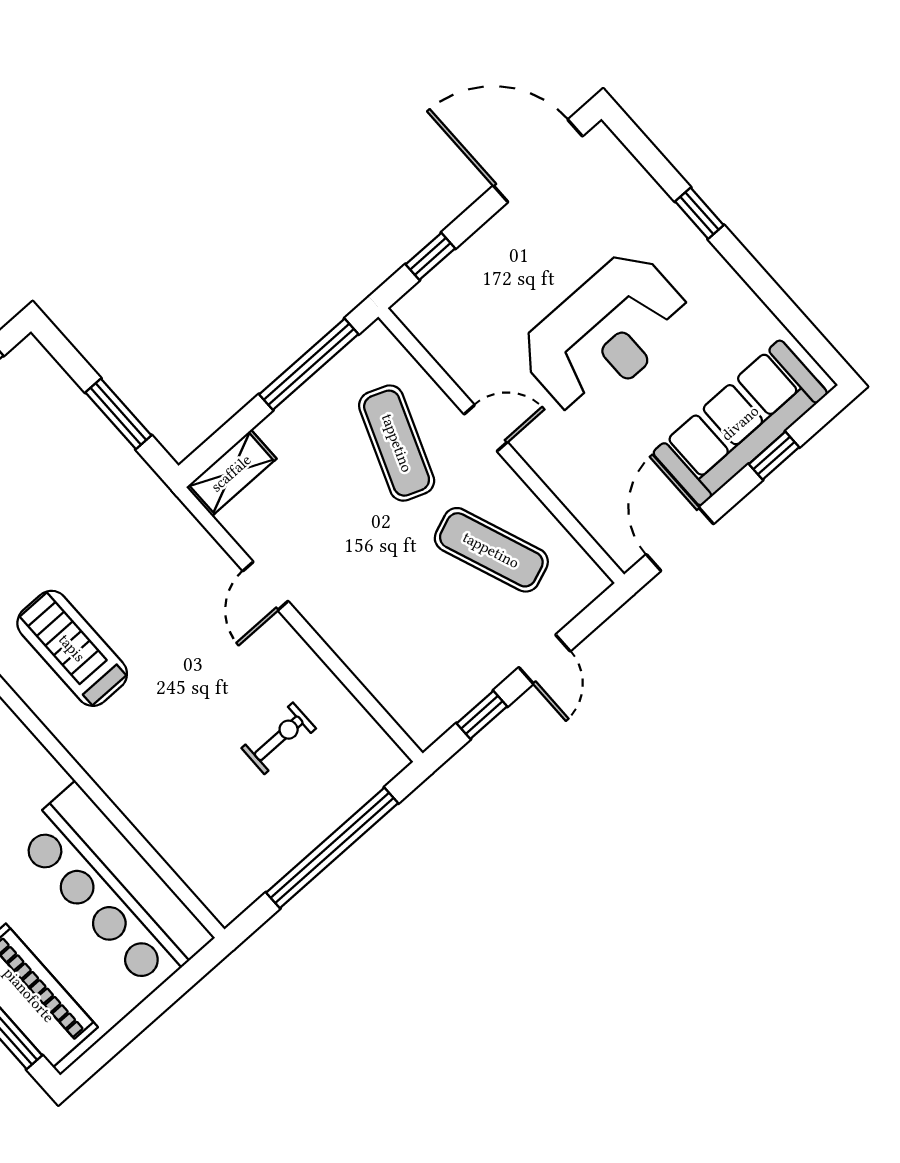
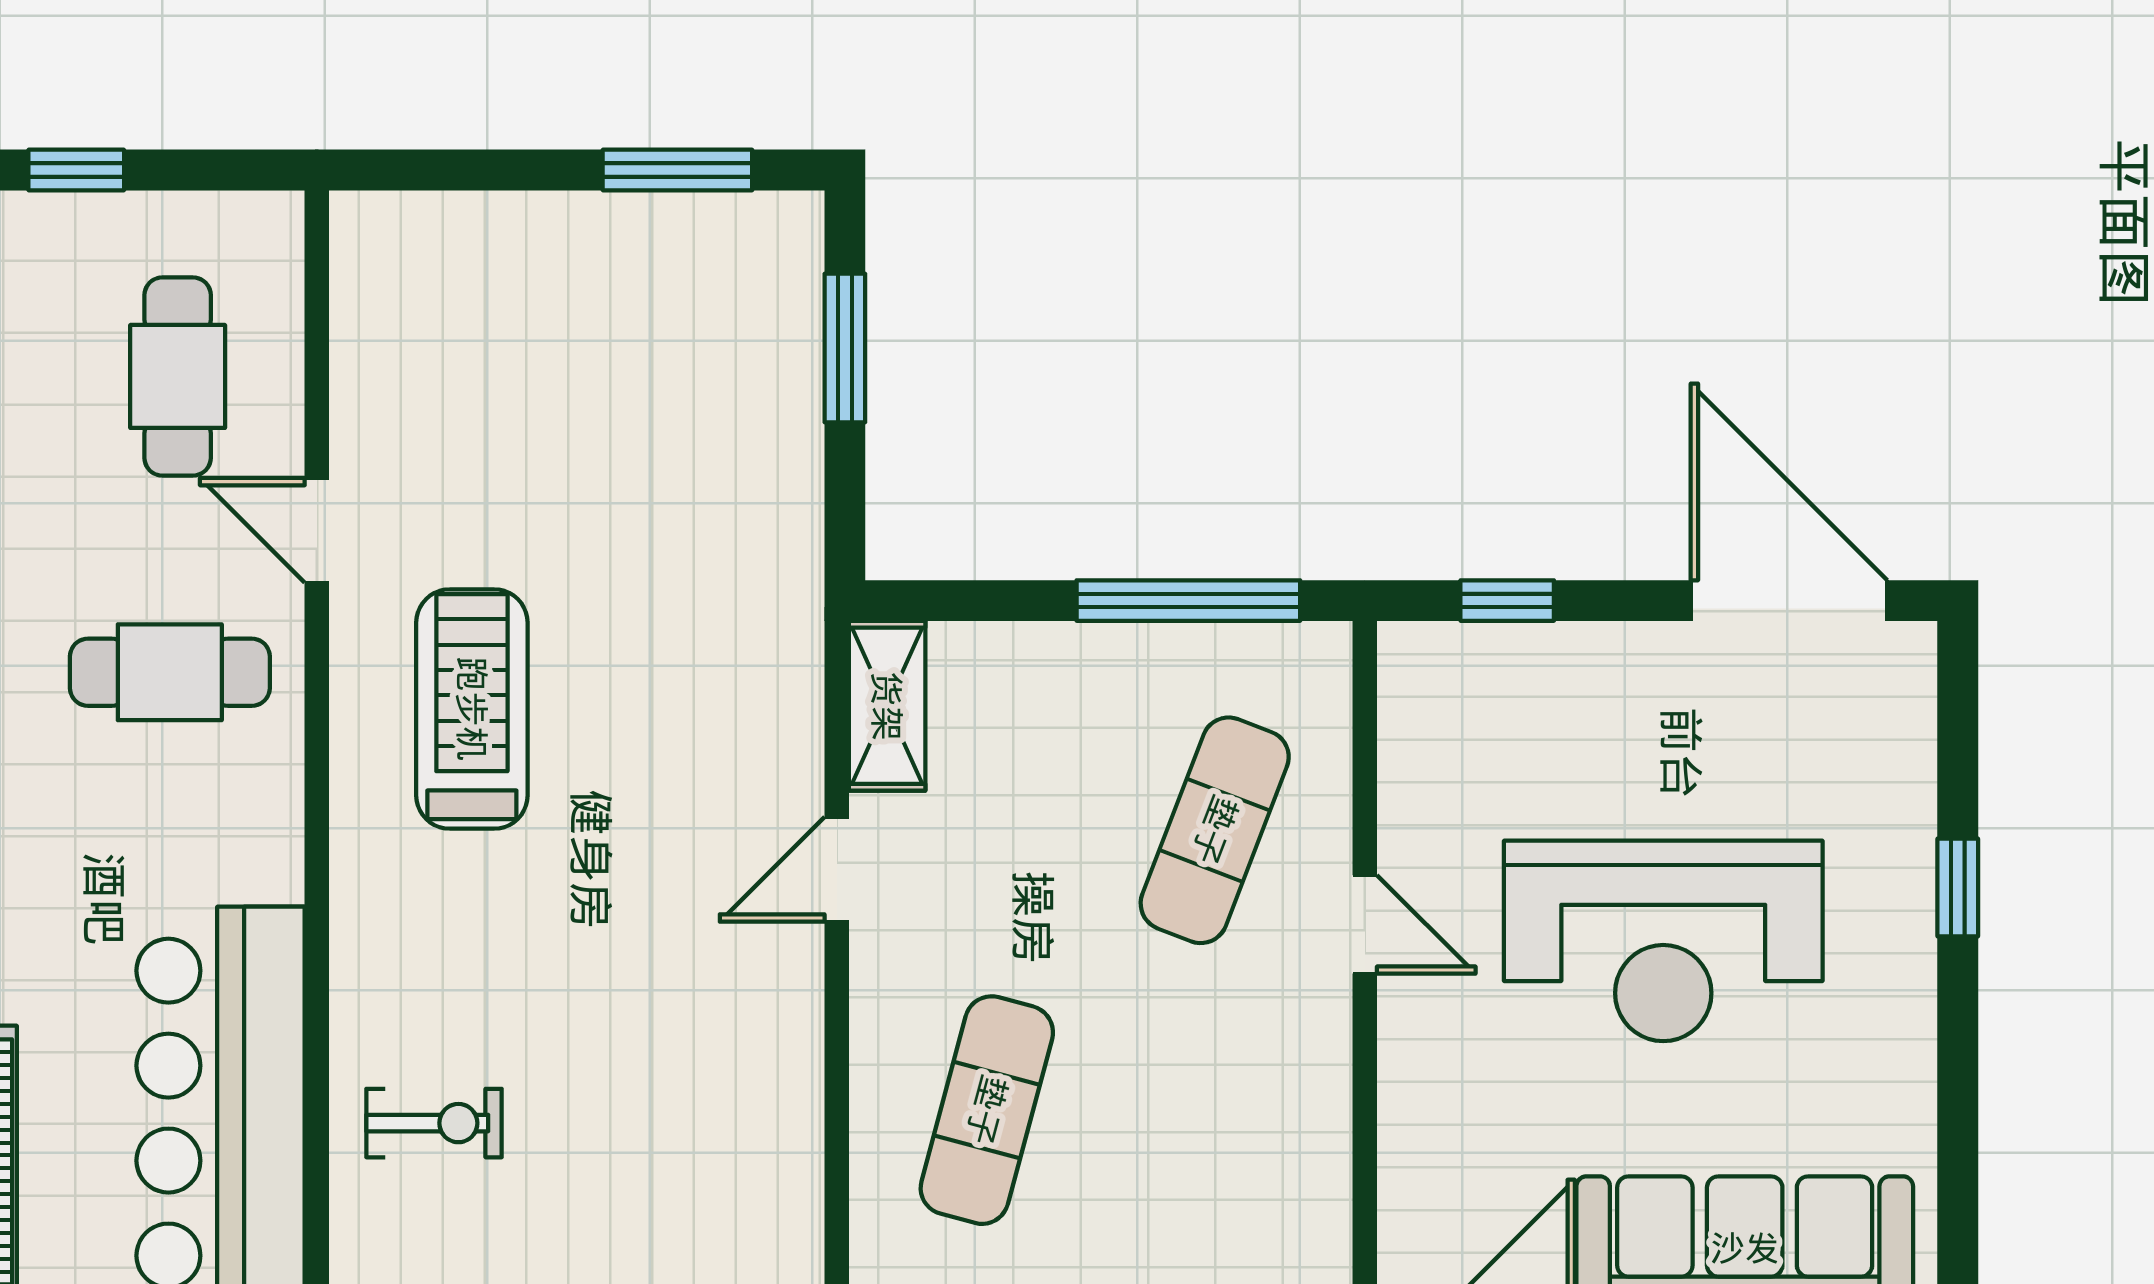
window: (118, 414) -> (845, 348), moved
shelving: (231, 473) -> (887, 706), moved, turned 90
exercise mat: (491, 550) -> (987, 1110), moved, turned 36
exercise bike: (279, 738) -> (434, 1123), moved

